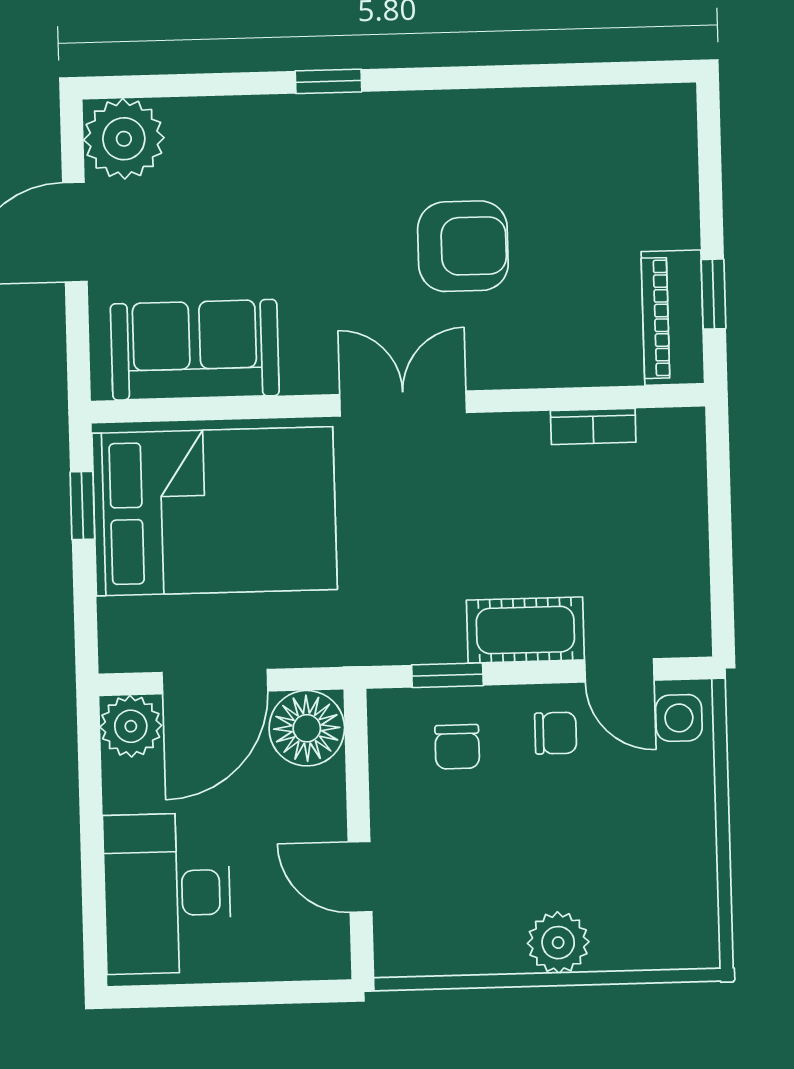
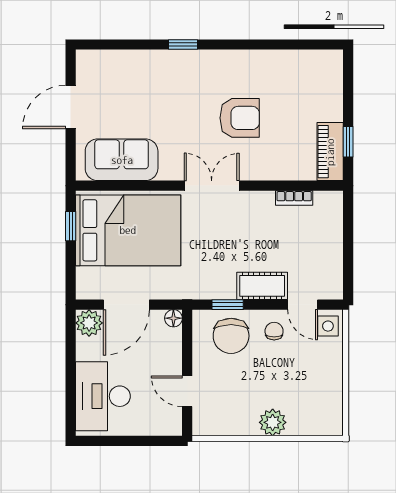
plant: (124, 139) -> (93, 67), removed
floor lamp: (307, 728) -> (173, 318), width x0.53, depth x0.53
chair: (556, 733) -> (274, 331), turned -90
chair: (457, 747) -> (231, 336), width x1.87, depth x1.87

